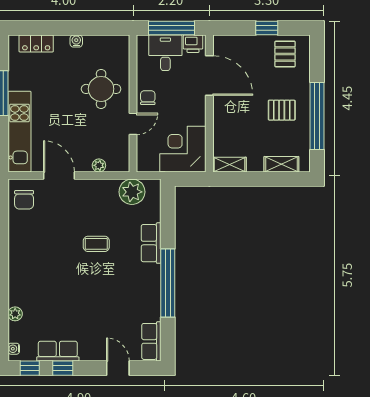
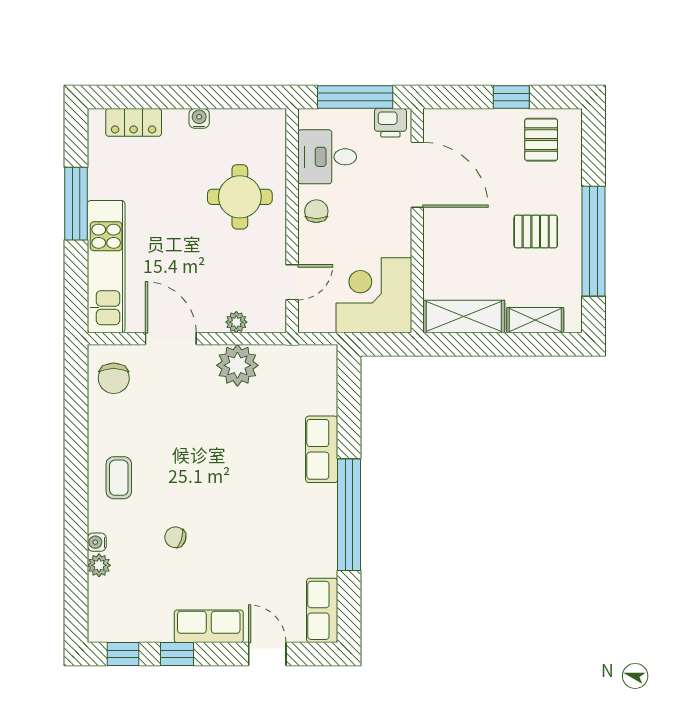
desk: (165, 53) -> (327, 157), moved, turned -90
door: (133, 124) -> (292, 282), moved
shelving: (229, 165) -> (464, 317), width x1.50, depth x1.33
plant: (132, 192) -> (237, 365), moved
coffee table: (96, 244) -> (119, 478), moved, turned 90
chair: (62, 297) -> (175, 537), added
water cooler: (14, 349) -> (97, 542), moved
row of seats: (58, 351) -> (209, 626), moved

